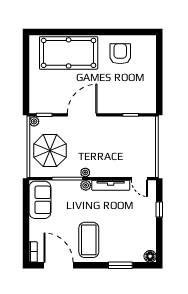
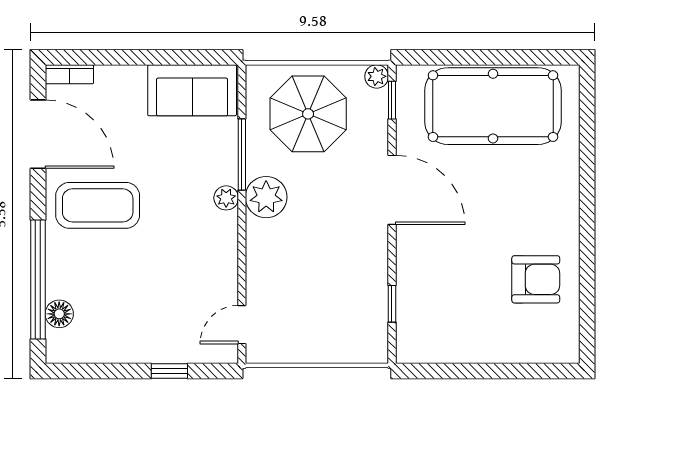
pool table: (69, 53) -> (493, 106), moved, turned 90
plant: (85, 172) -> (266, 197), width x1.87, depth x1.87
tv unit: (111, 185) -> (226, 257), removed
floor lamp: (150, 256) -> (59, 314), moved
door: (59, 265) -> (38, 134), hinge flipped
window: (120, 265) -> (38, 280), width x2.11

